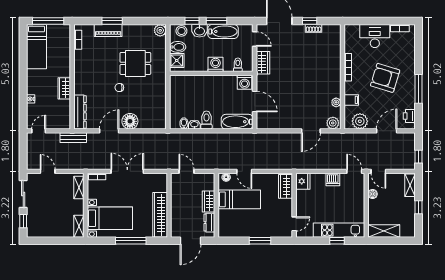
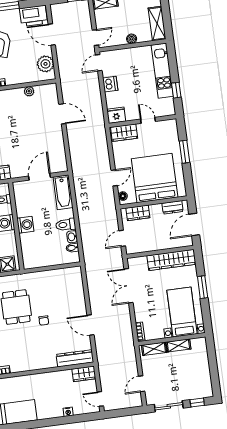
washing machine: (245, 82) -> (25, 225), moved
wardrobe: (64, 88) -> (84, 374), moved
filing cabinet: (351, 100) -> (24, 76), removed
printer: (409, 116) -> (33, 16), width x1.87, depth x1.48
floor lamp: (130, 121) -> (78, 305), removed
plant: (333, 123) -> (51, 92), removed
bench: (73, 138) -> (103, 362), removed
double door: (127, 171) -> (129, 286), moved
boiler: (373, 194) -> (132, 39), moved
bed: (239, 199) -> (155, 178), width x2.04
wardrobe: (209, 201) -> (138, 213), moved
door: (294, 224) -> (148, 120), moved
shelving: (79, 226) -> (178, 345), moved
window: (131, 241) -> (203, 287), width x0.69
door: (191, 241) -> (194, 224), swing flipped
window: (337, 241) -> (176, 90), moved

